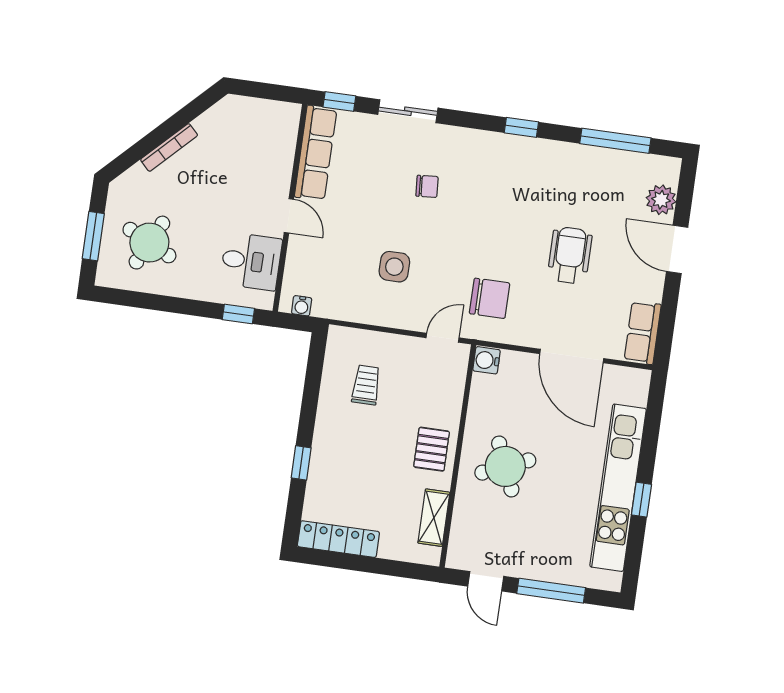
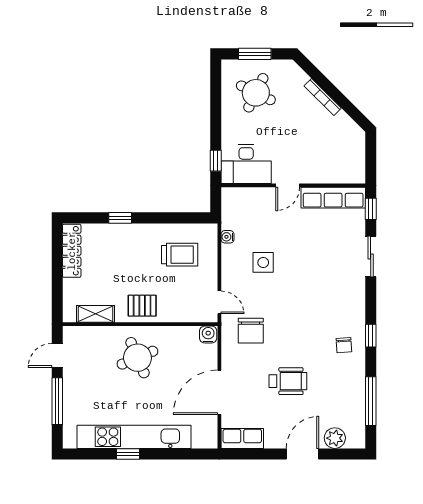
chair: (427, 186) -> (344, 345), moved
desk: (251, 261) -> (246, 164), width x1.37
water cooler: (302, 306) -> (227, 237), moved
trolley: (366, 385) -> (180, 255), width x1.36, depth x1.39

